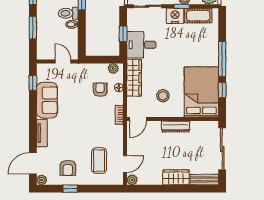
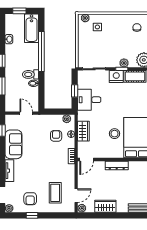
wardrobe: (134, 78) -> (83, 131), width x0.67
stool: (163, 96) -> (115, 134), moved
wardrobe: (176, 177) -> (105, 206), moved

